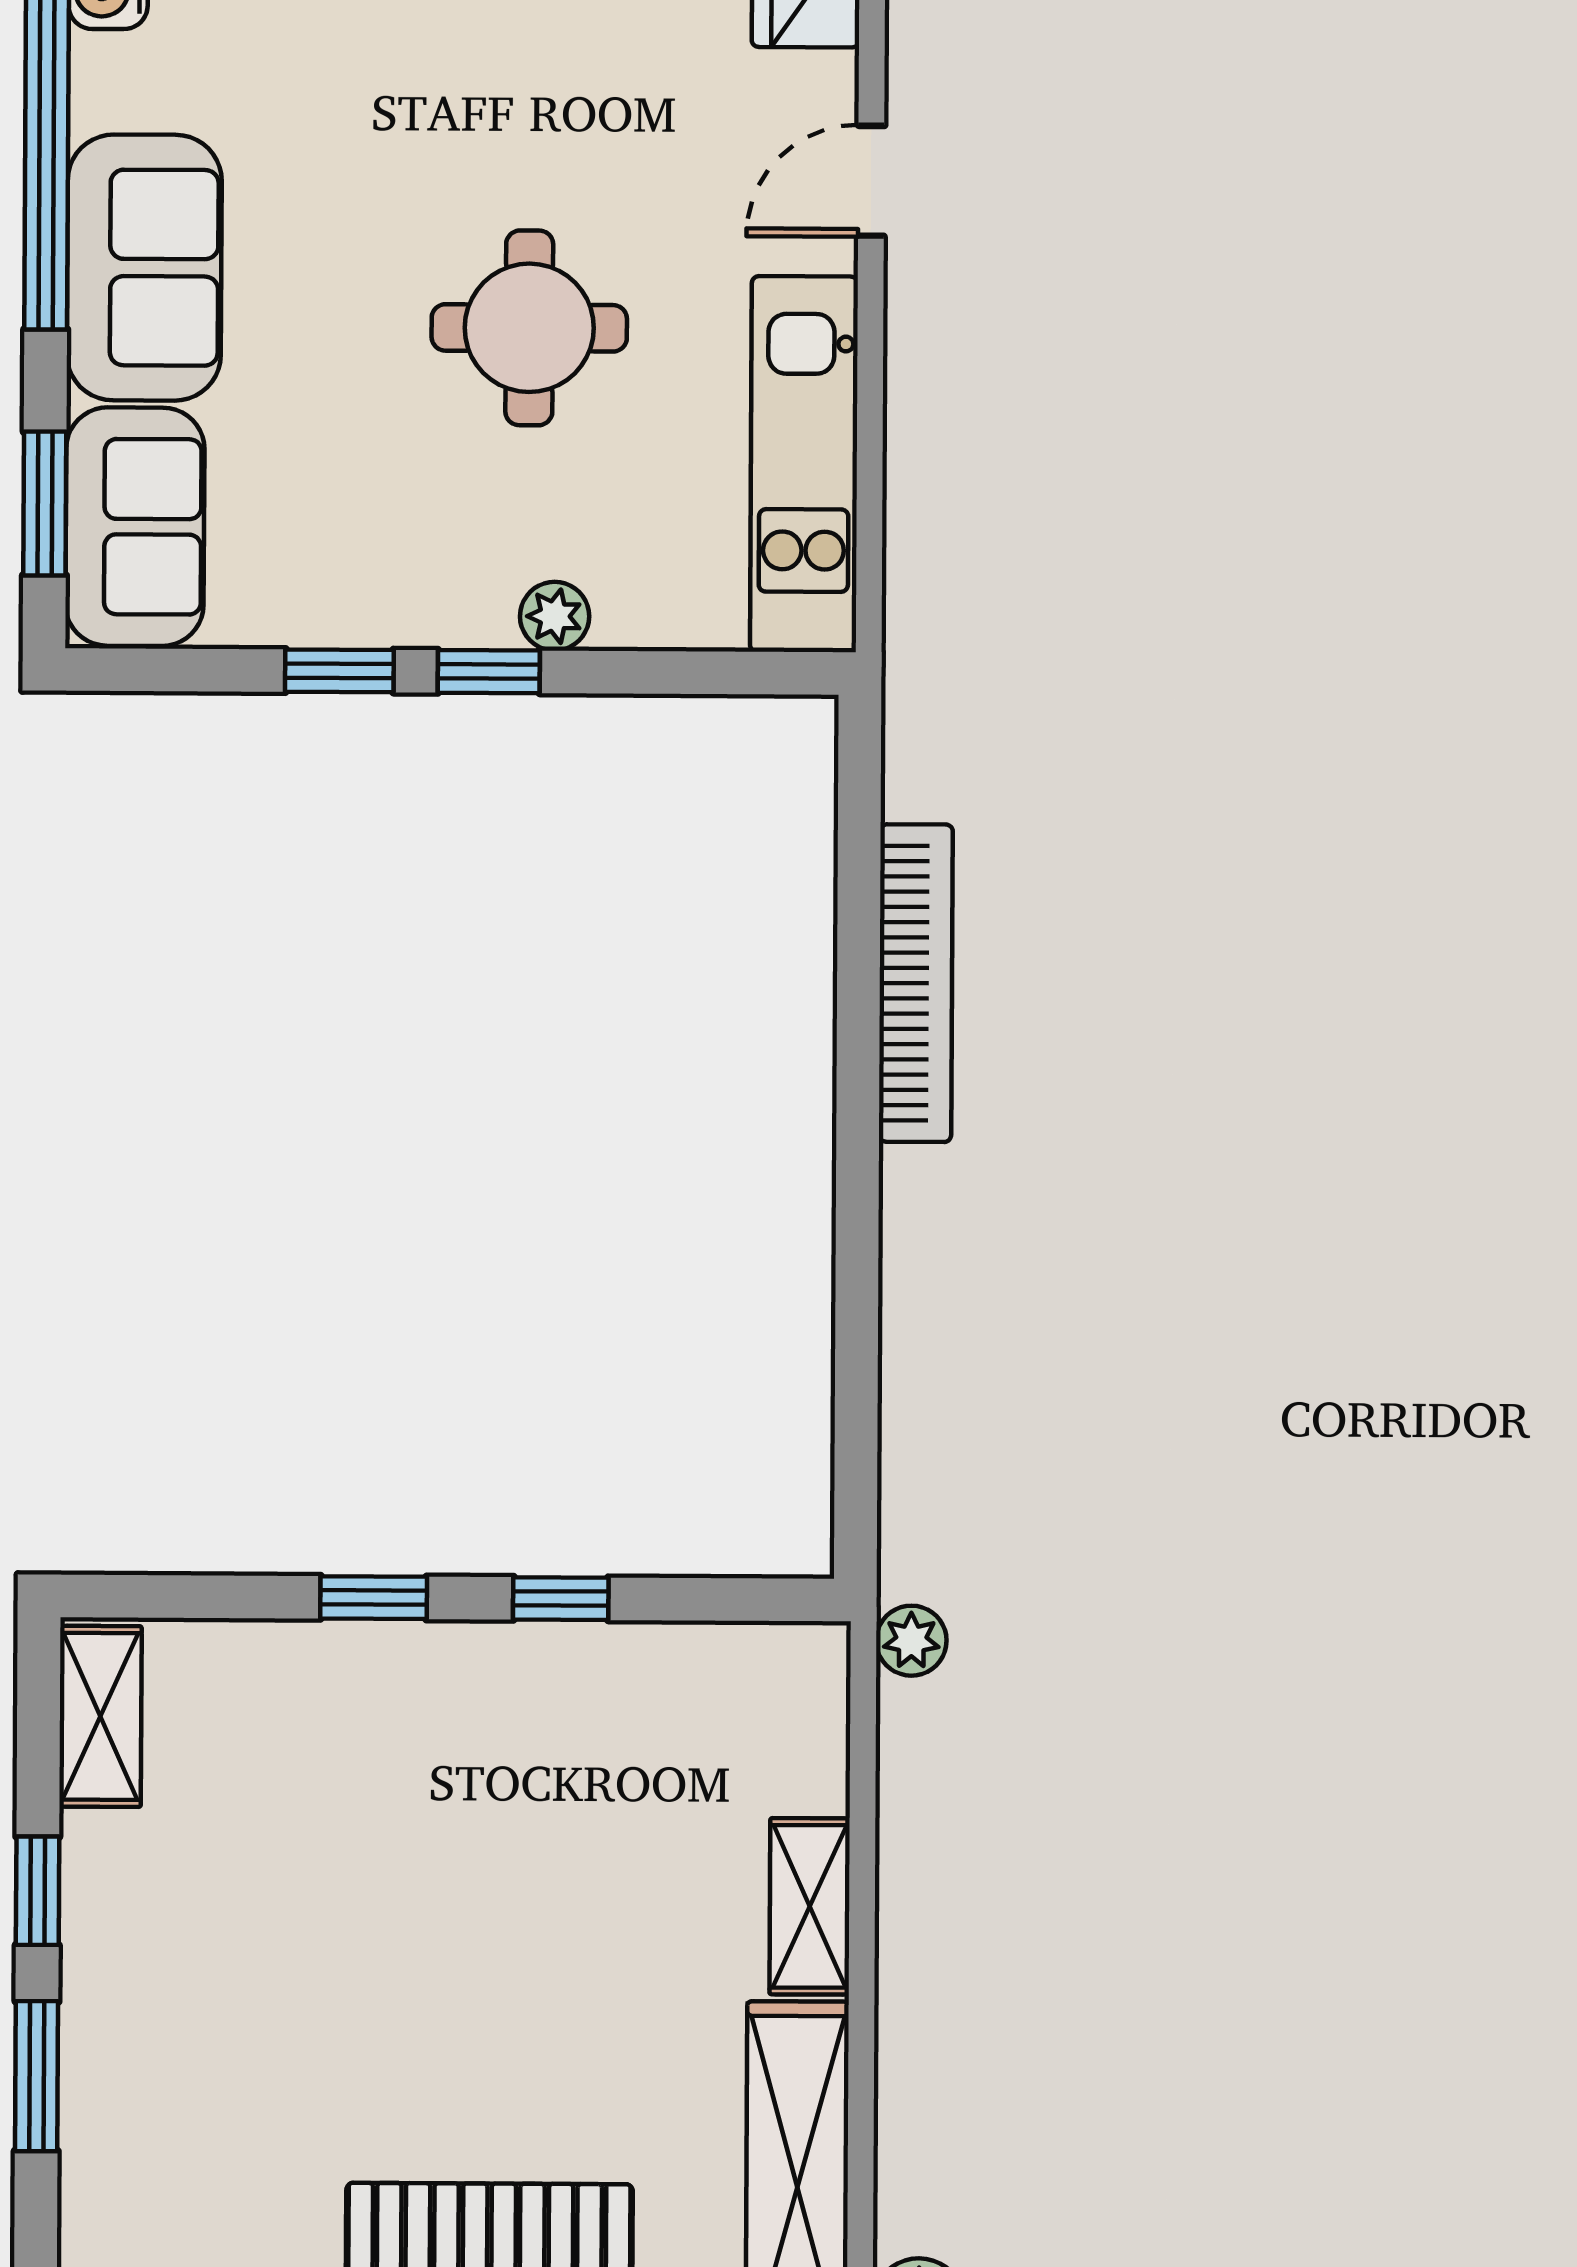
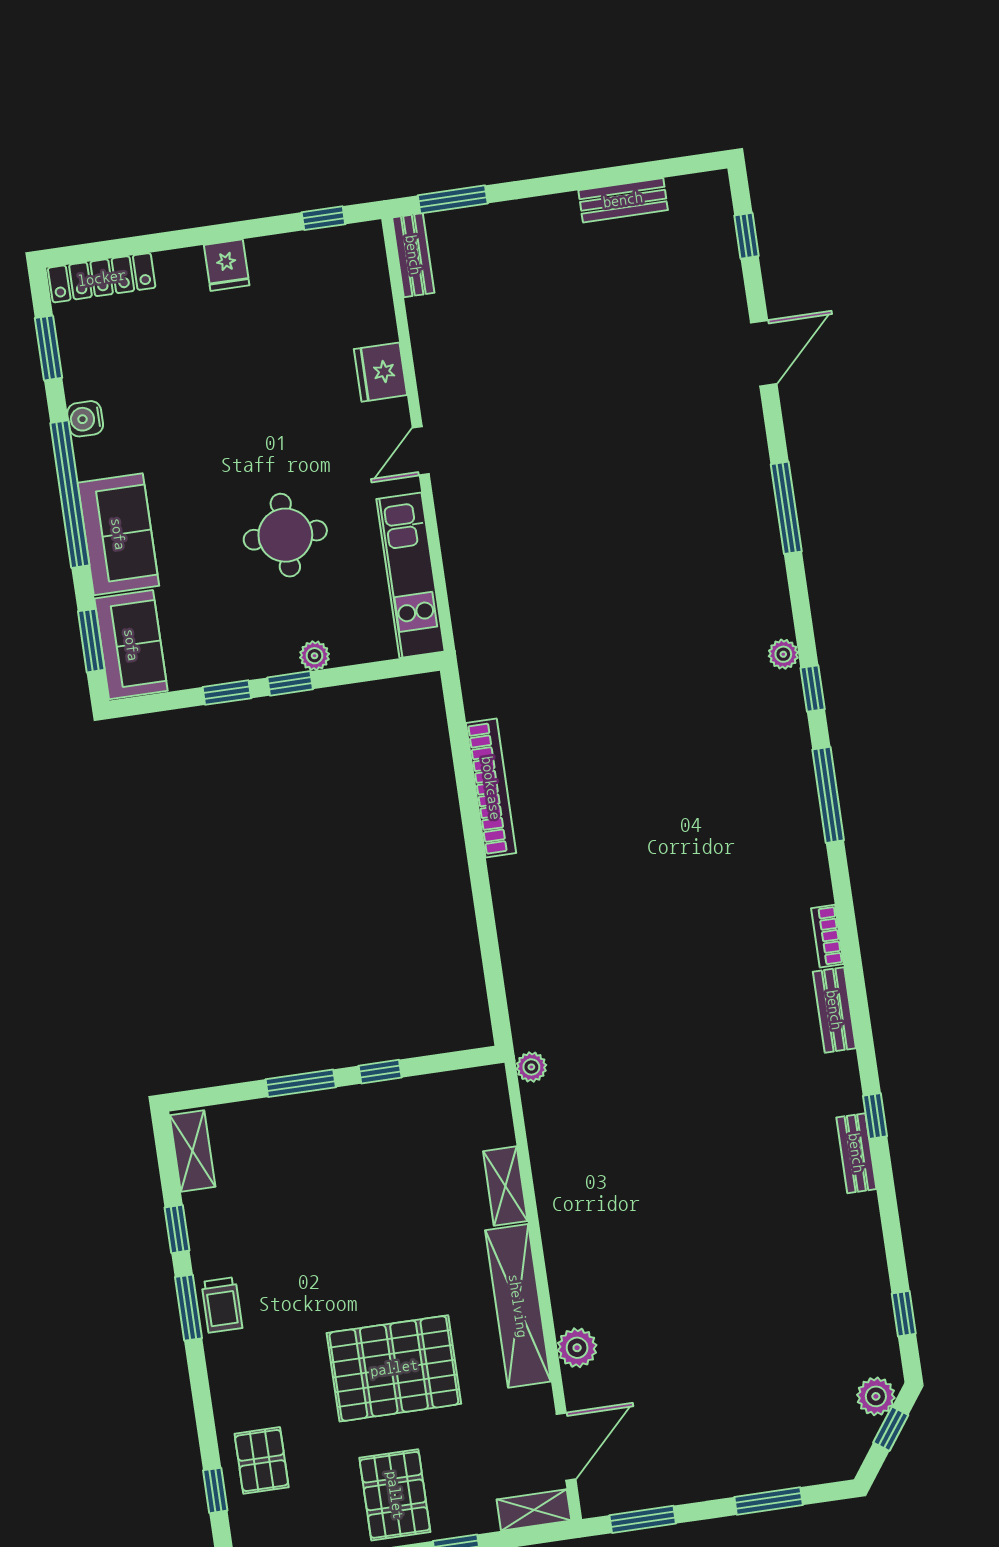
window: (374, 1598) -> (301, 1083), width x1.50
trolley: (114, 2082) -> (222, 1305), added

